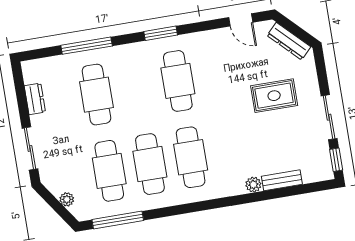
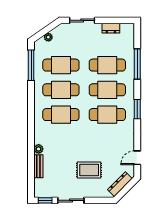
cafe table: (137, 88) -> (107, 90), added
rug: (274, 96) -> (89, 170), turned 90

